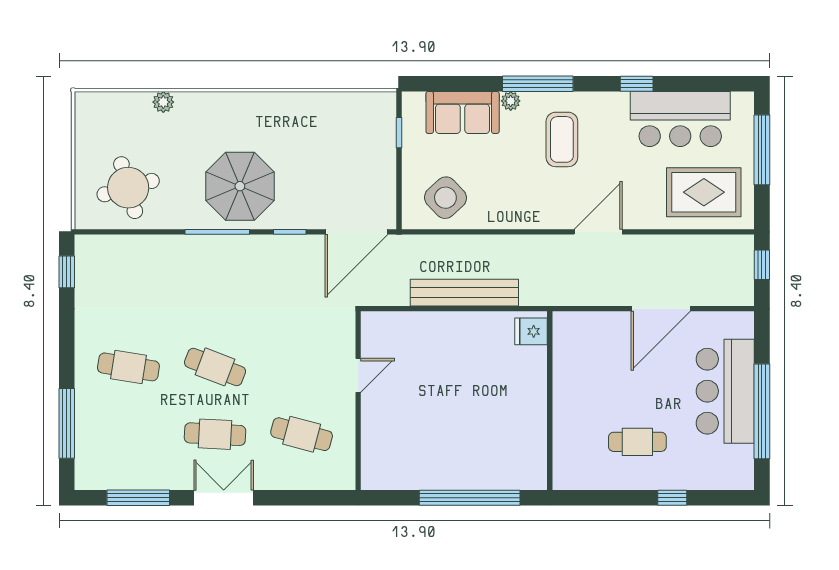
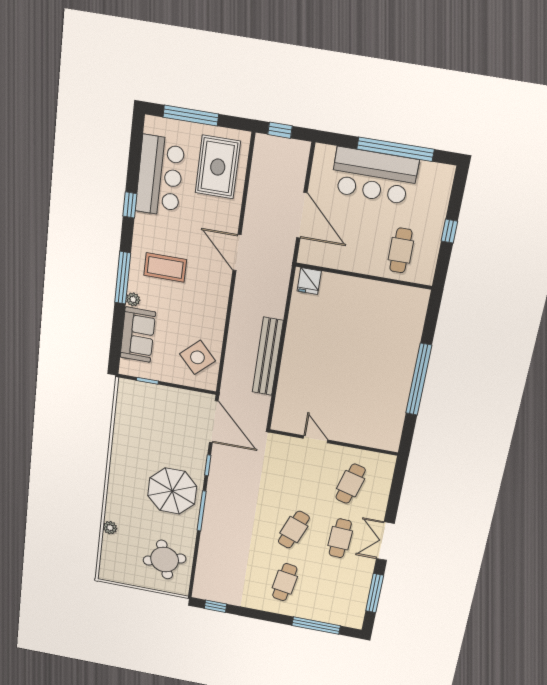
fridge: (531, 331) -> (309, 281), moved
wall: (550, 401) -> (364, 276), moved

